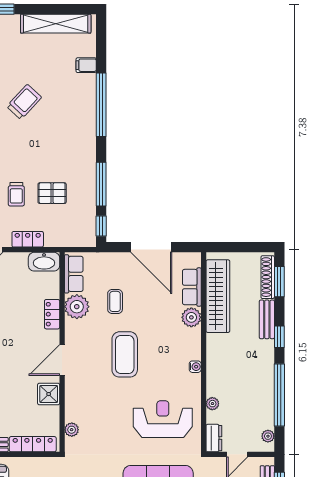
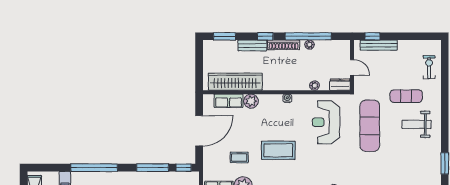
shoe rack: (268, 277) -> (284, 45), moved
plant: (268, 436) -> (310, 45), moved

